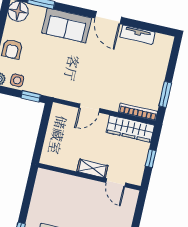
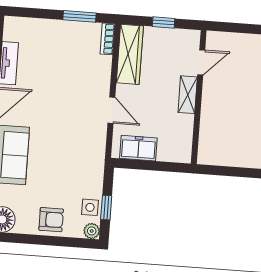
window: (31, 96) -> (106, 208), moved
bookcase: (138, 112) -> (107, 39), width x0.64
freezer: (57, 124) -> (138, 148), added

